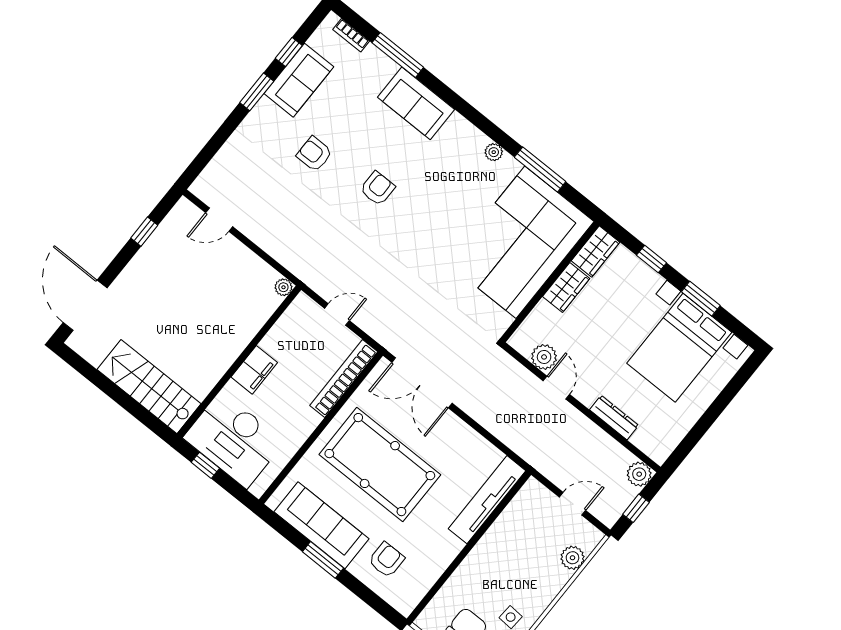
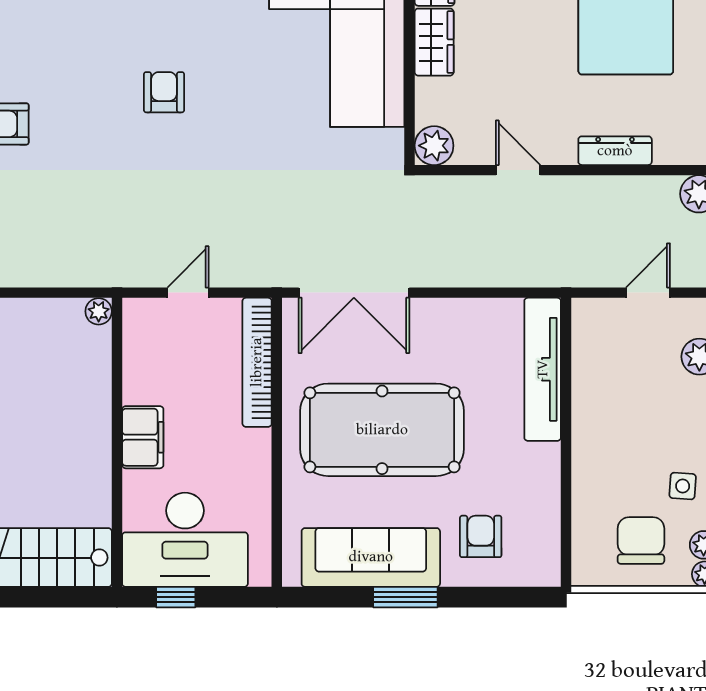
armchair: (378, 188) -> (164, 92), moved
plant: (544, 357) -> (434, 146), moved

